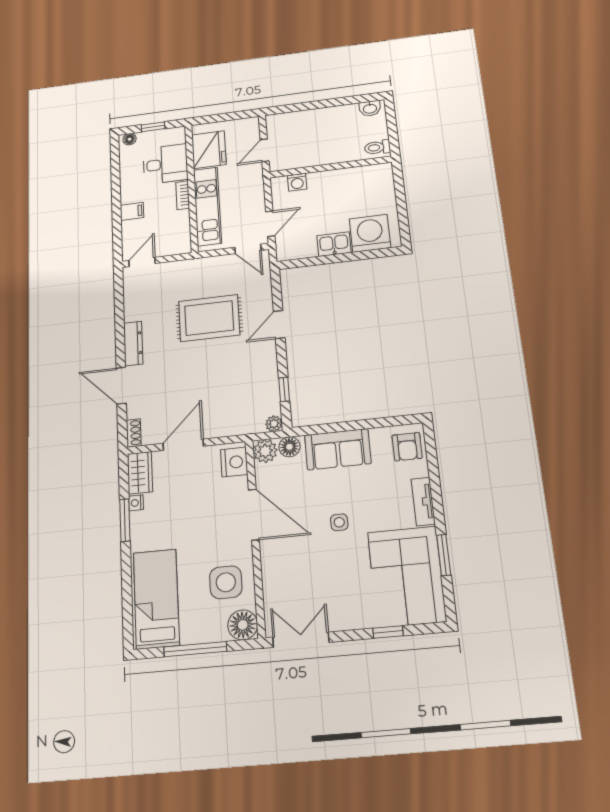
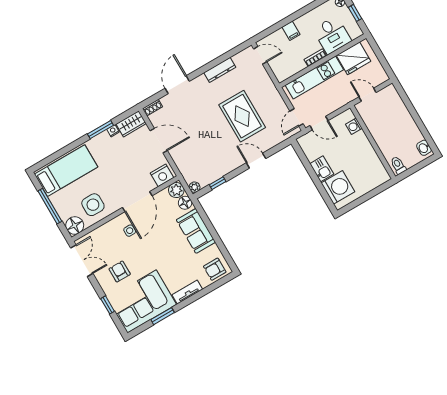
dresser: (133, 343) -> (220, 70), moved
side table: (339, 522) -> (130, 231), moved
armchair: (345, 589) -> (120, 271), added

